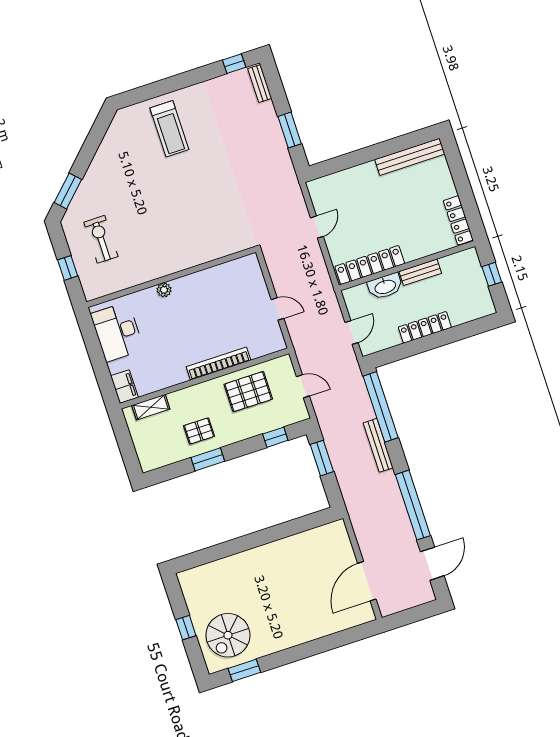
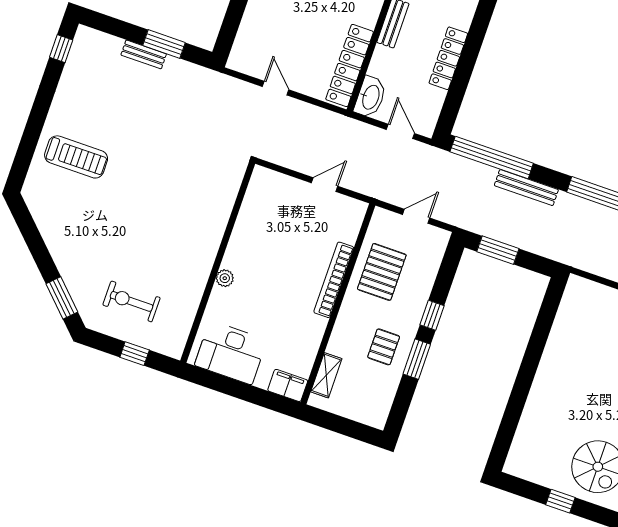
bench: (260, 84) -> (144, 54), moved
washbasin: (385, 286) -> (370, 97), moved
window: (275, 437) -> (432, 315), moved

